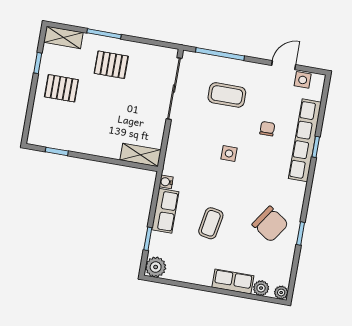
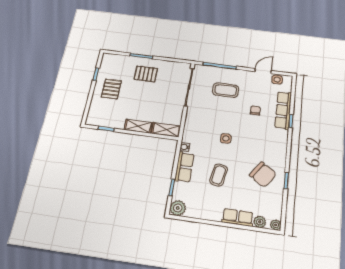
shelving: (63, 37) -> (138, 126), moved
pallet: (61, 88) -> (111, 89), turned 90
row of seats: (305, 140) -> (283, 110), width x0.73
side table: (229, 153) -> (226, 138), moved

